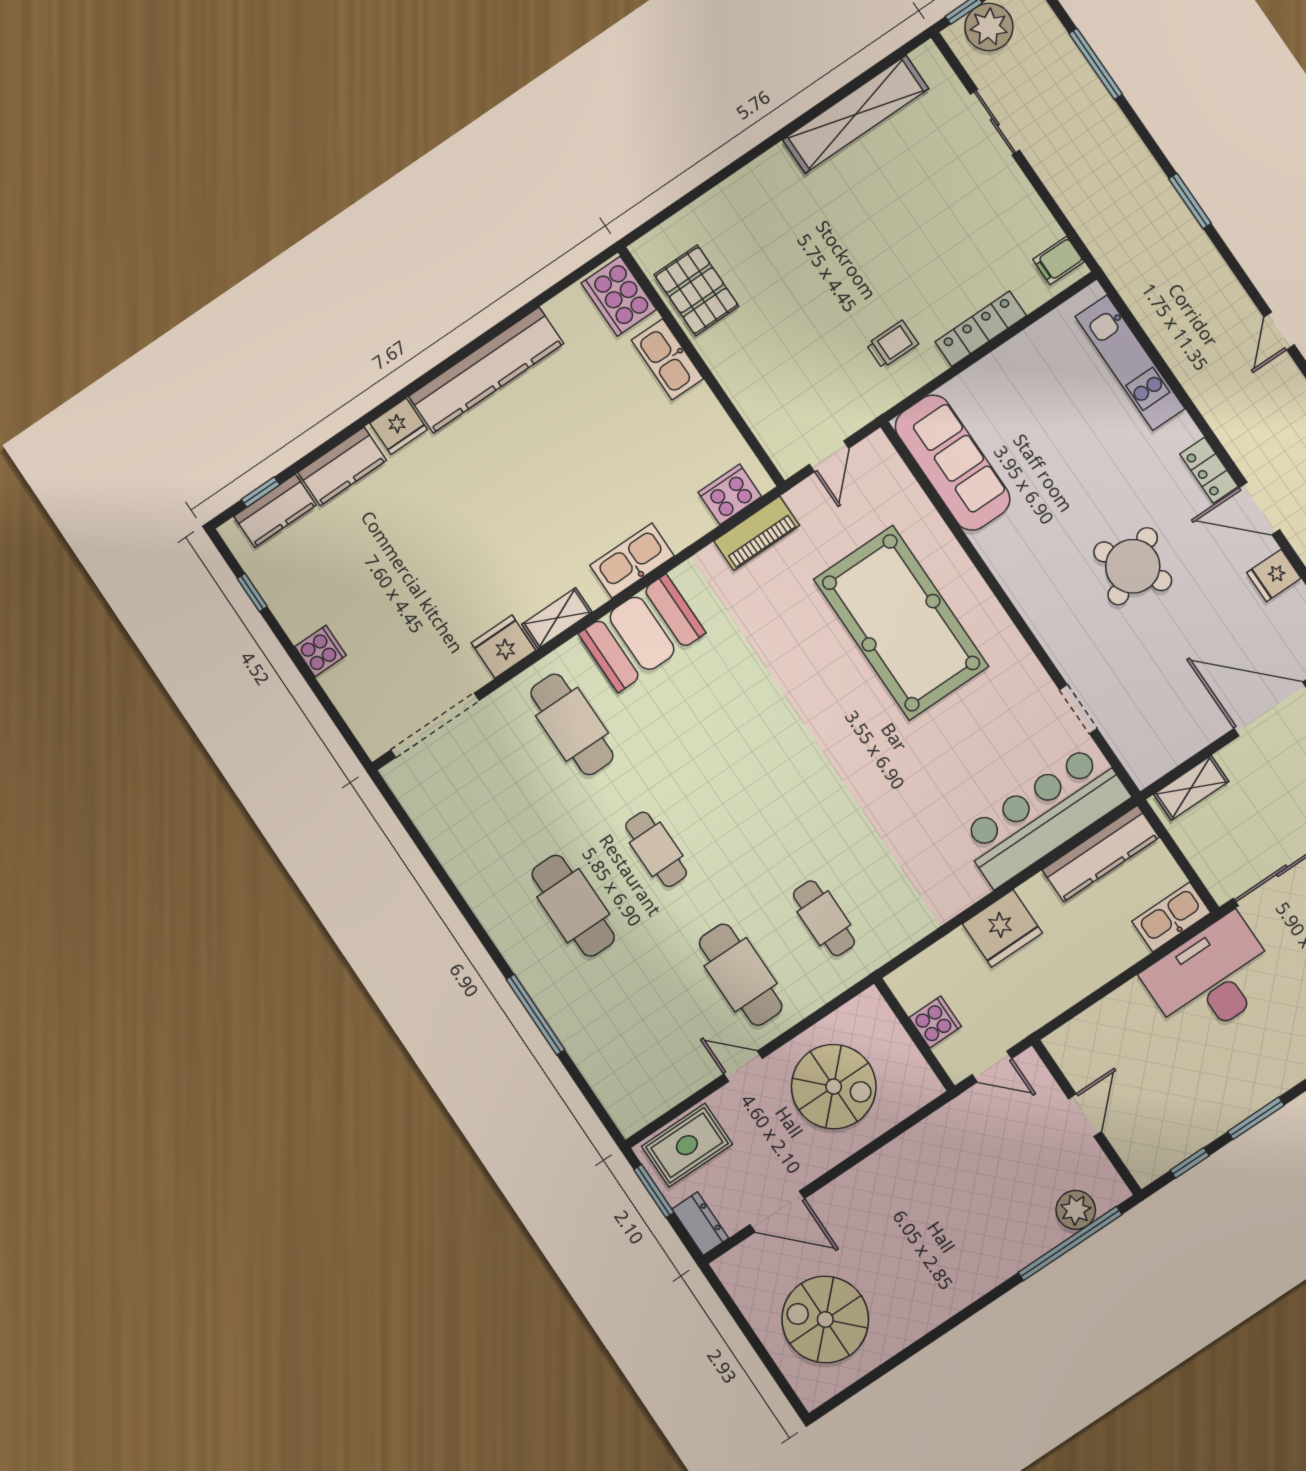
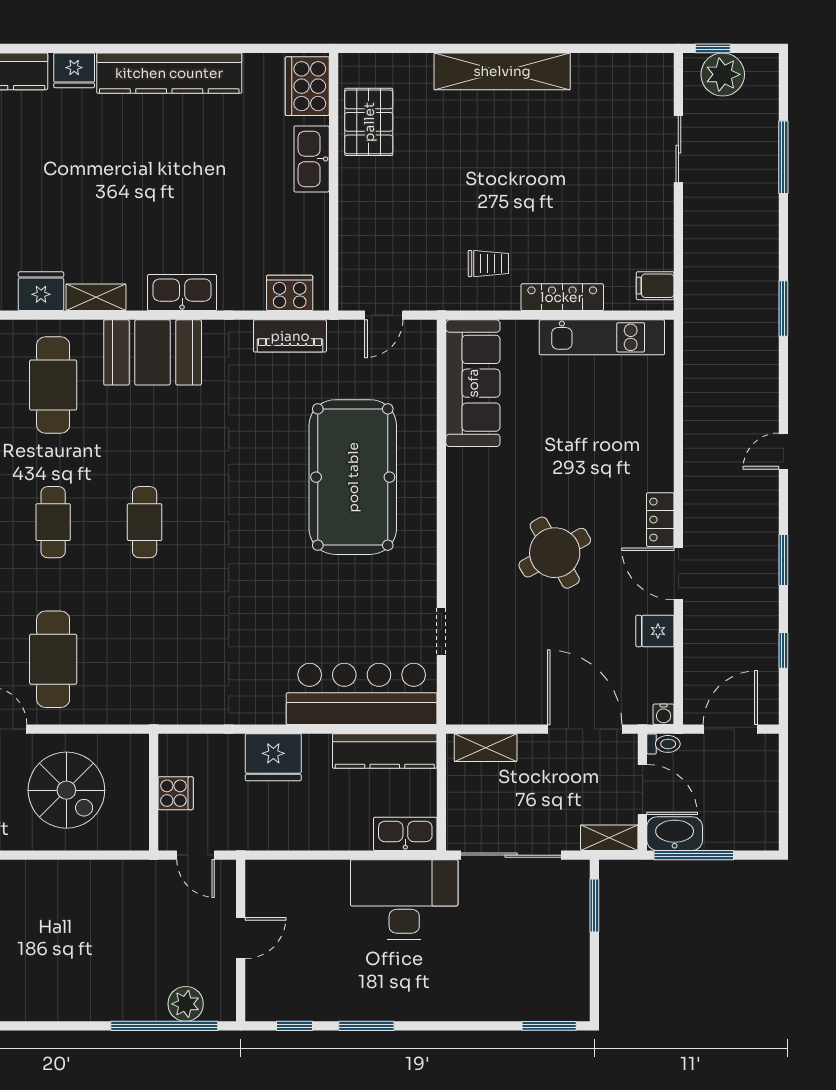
shelving: (856, 114) -> (502, 71), moved
kitchen unit: (1130, 363) -> (602, 337), moved, turned -90
cafe table: (824, 918) -> (145, 522), moved

